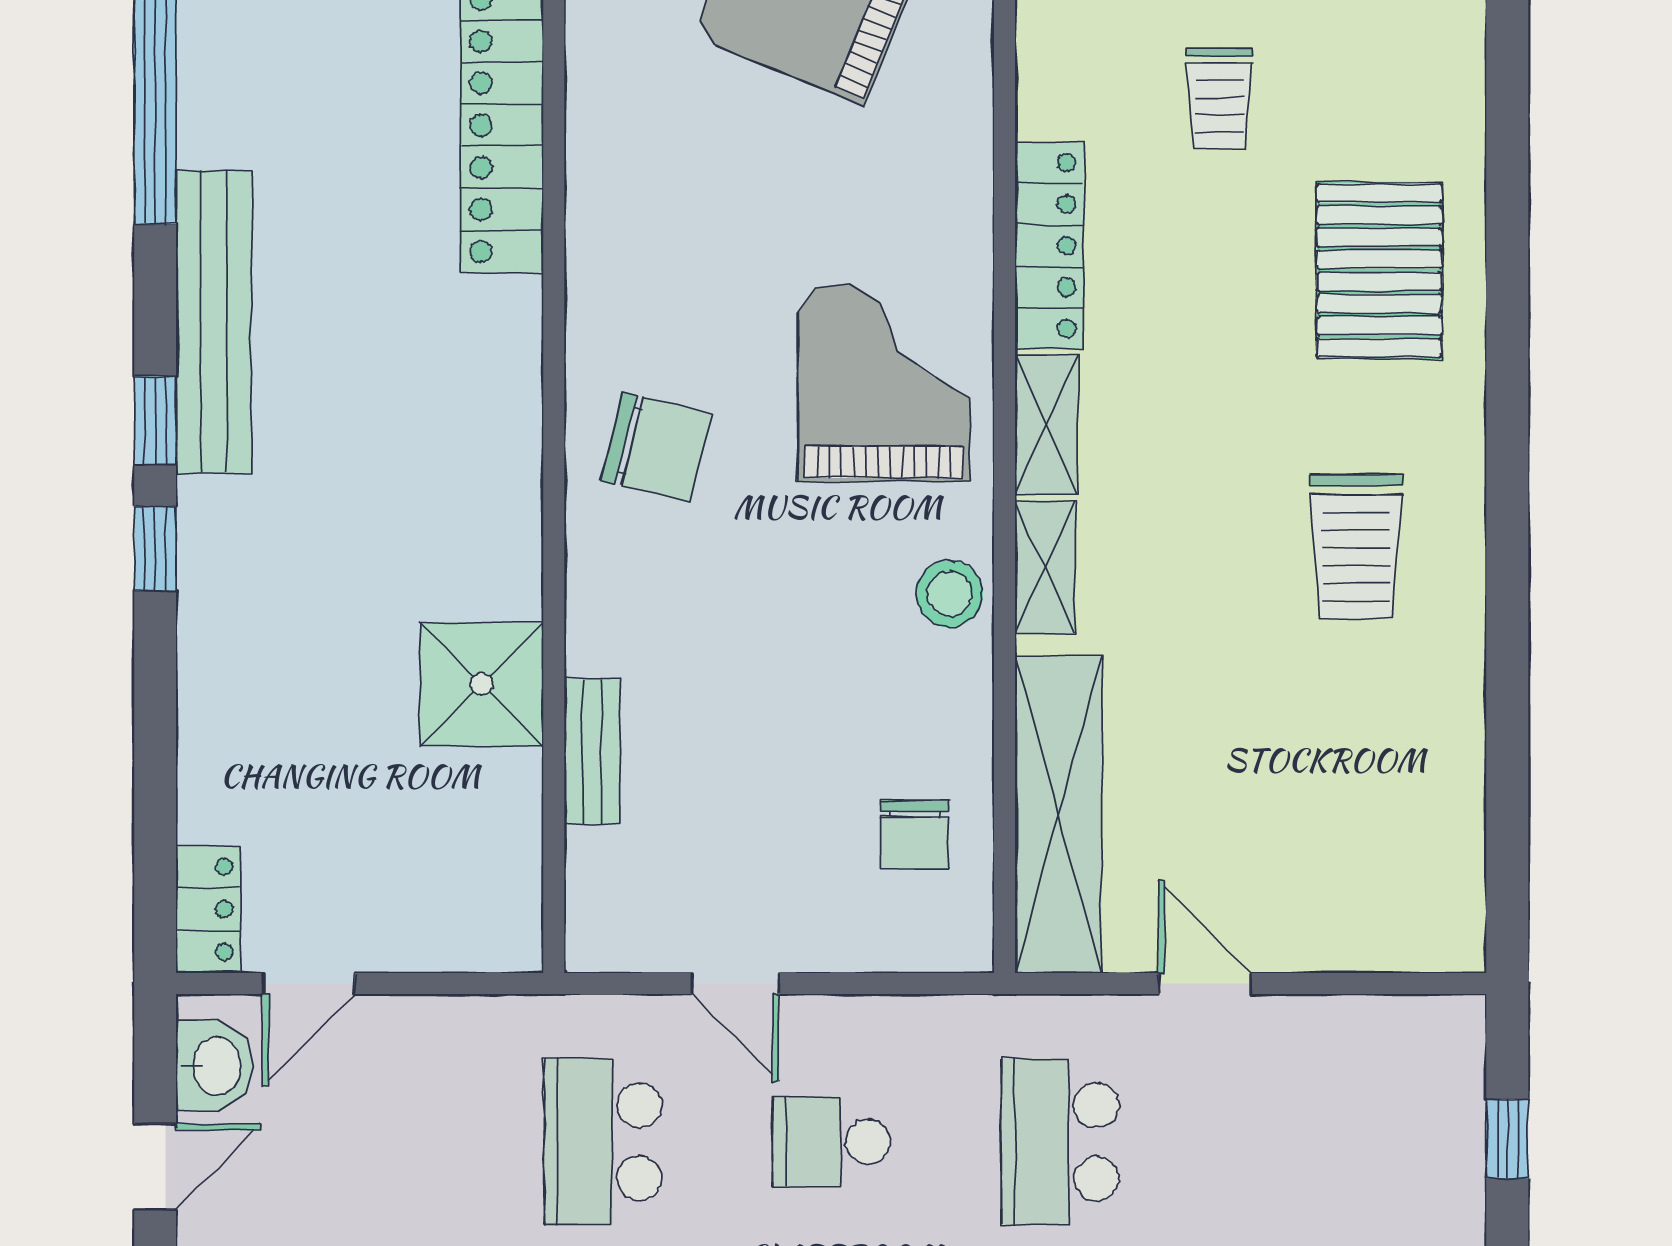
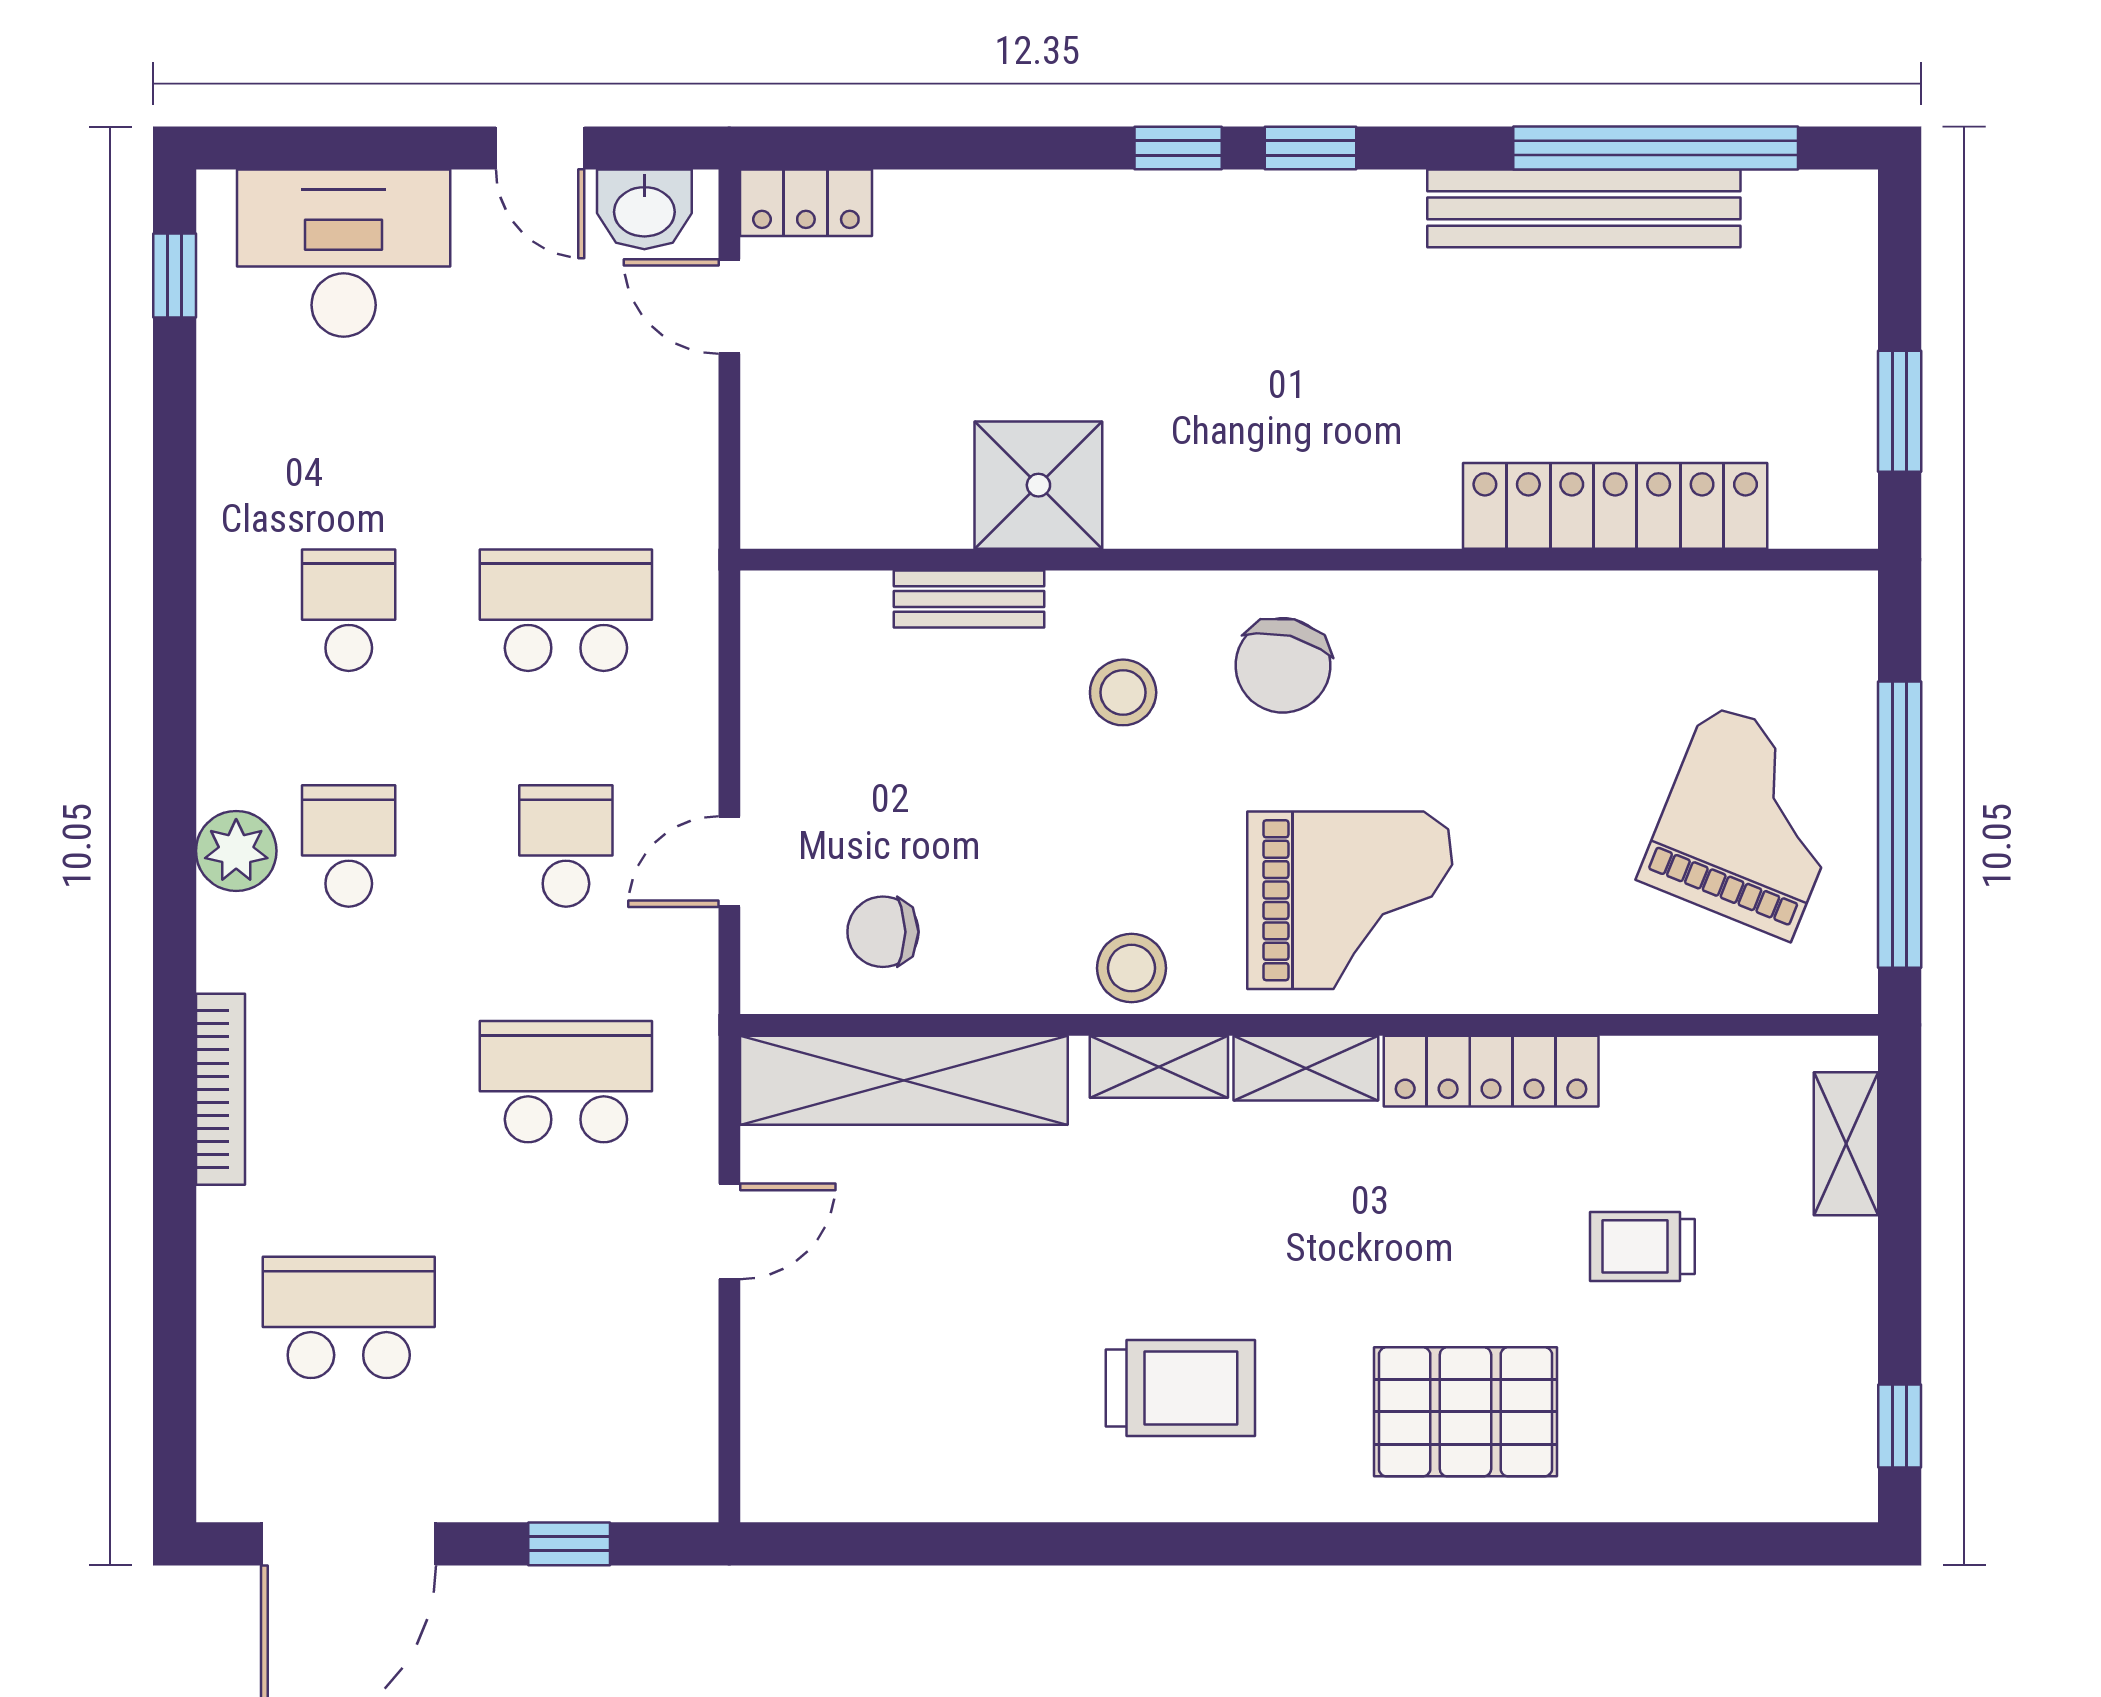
bench: (214, 321) -> (1584, 208), moved
trolley: (1356, 547) -> (1180, 1388), turned 180
stool: (683, 602) -> (1123, 692), added
door: (735, 984) -> (729, 862), moved

